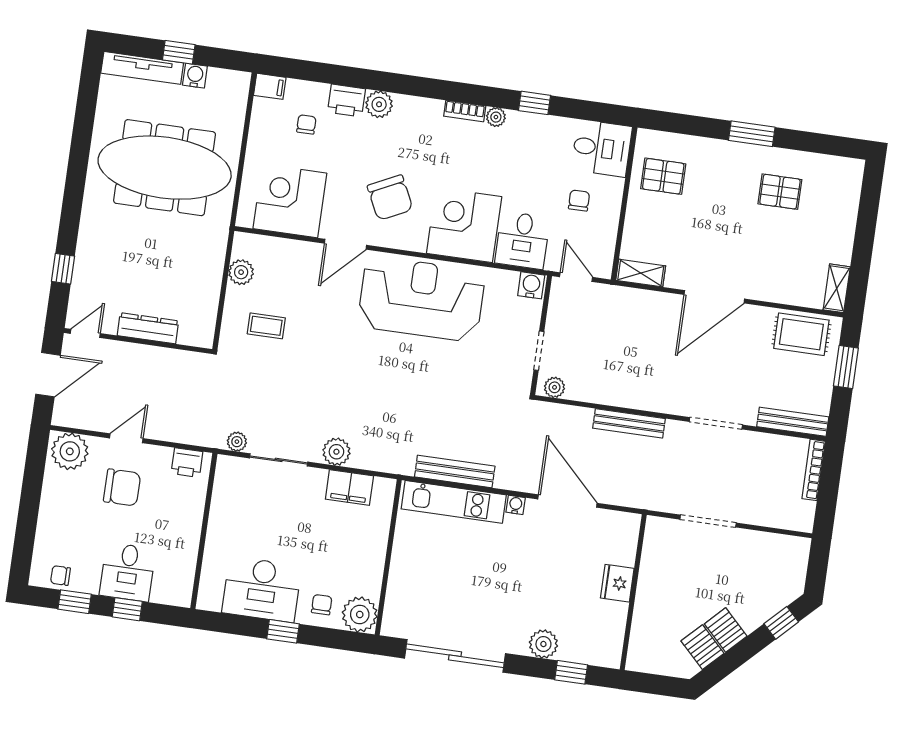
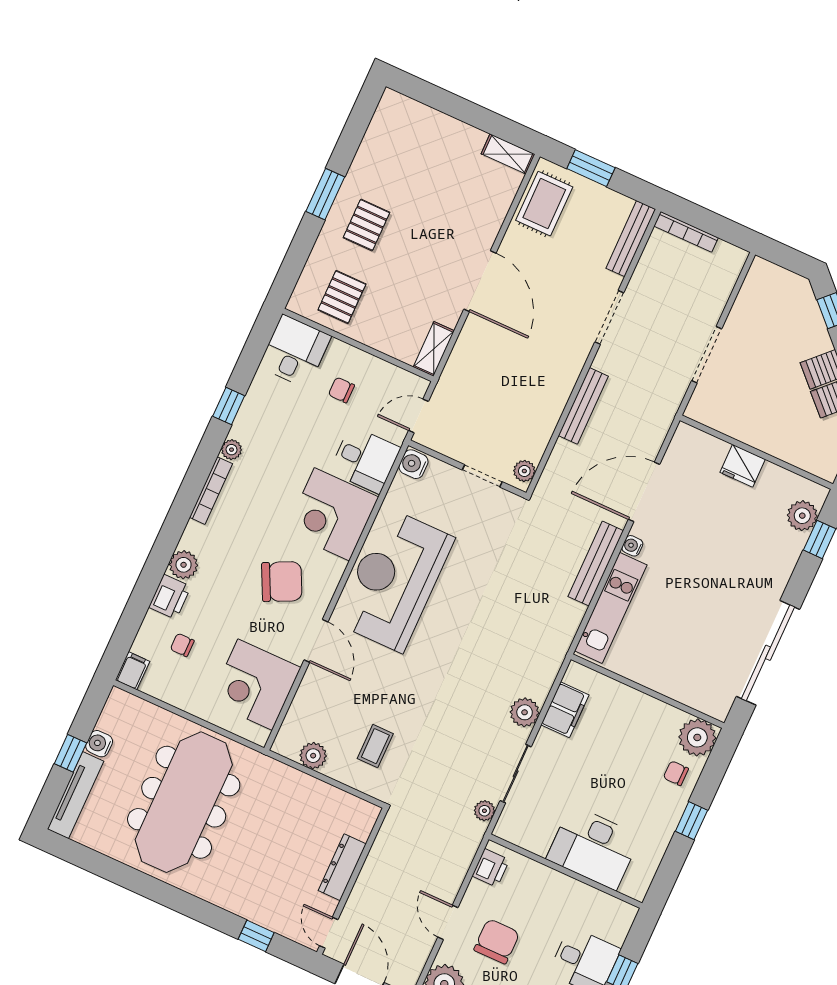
bookcase: (465, 111) -> (211, 491), width x1.56
pallet: (780, 192) -> (366, 225), moved
bench: (455, 471) -> (596, 564), moved
desk: (262, 589) -> (593, 847), moved, turned 90
plant: (543, 644) -> (802, 516), moved

